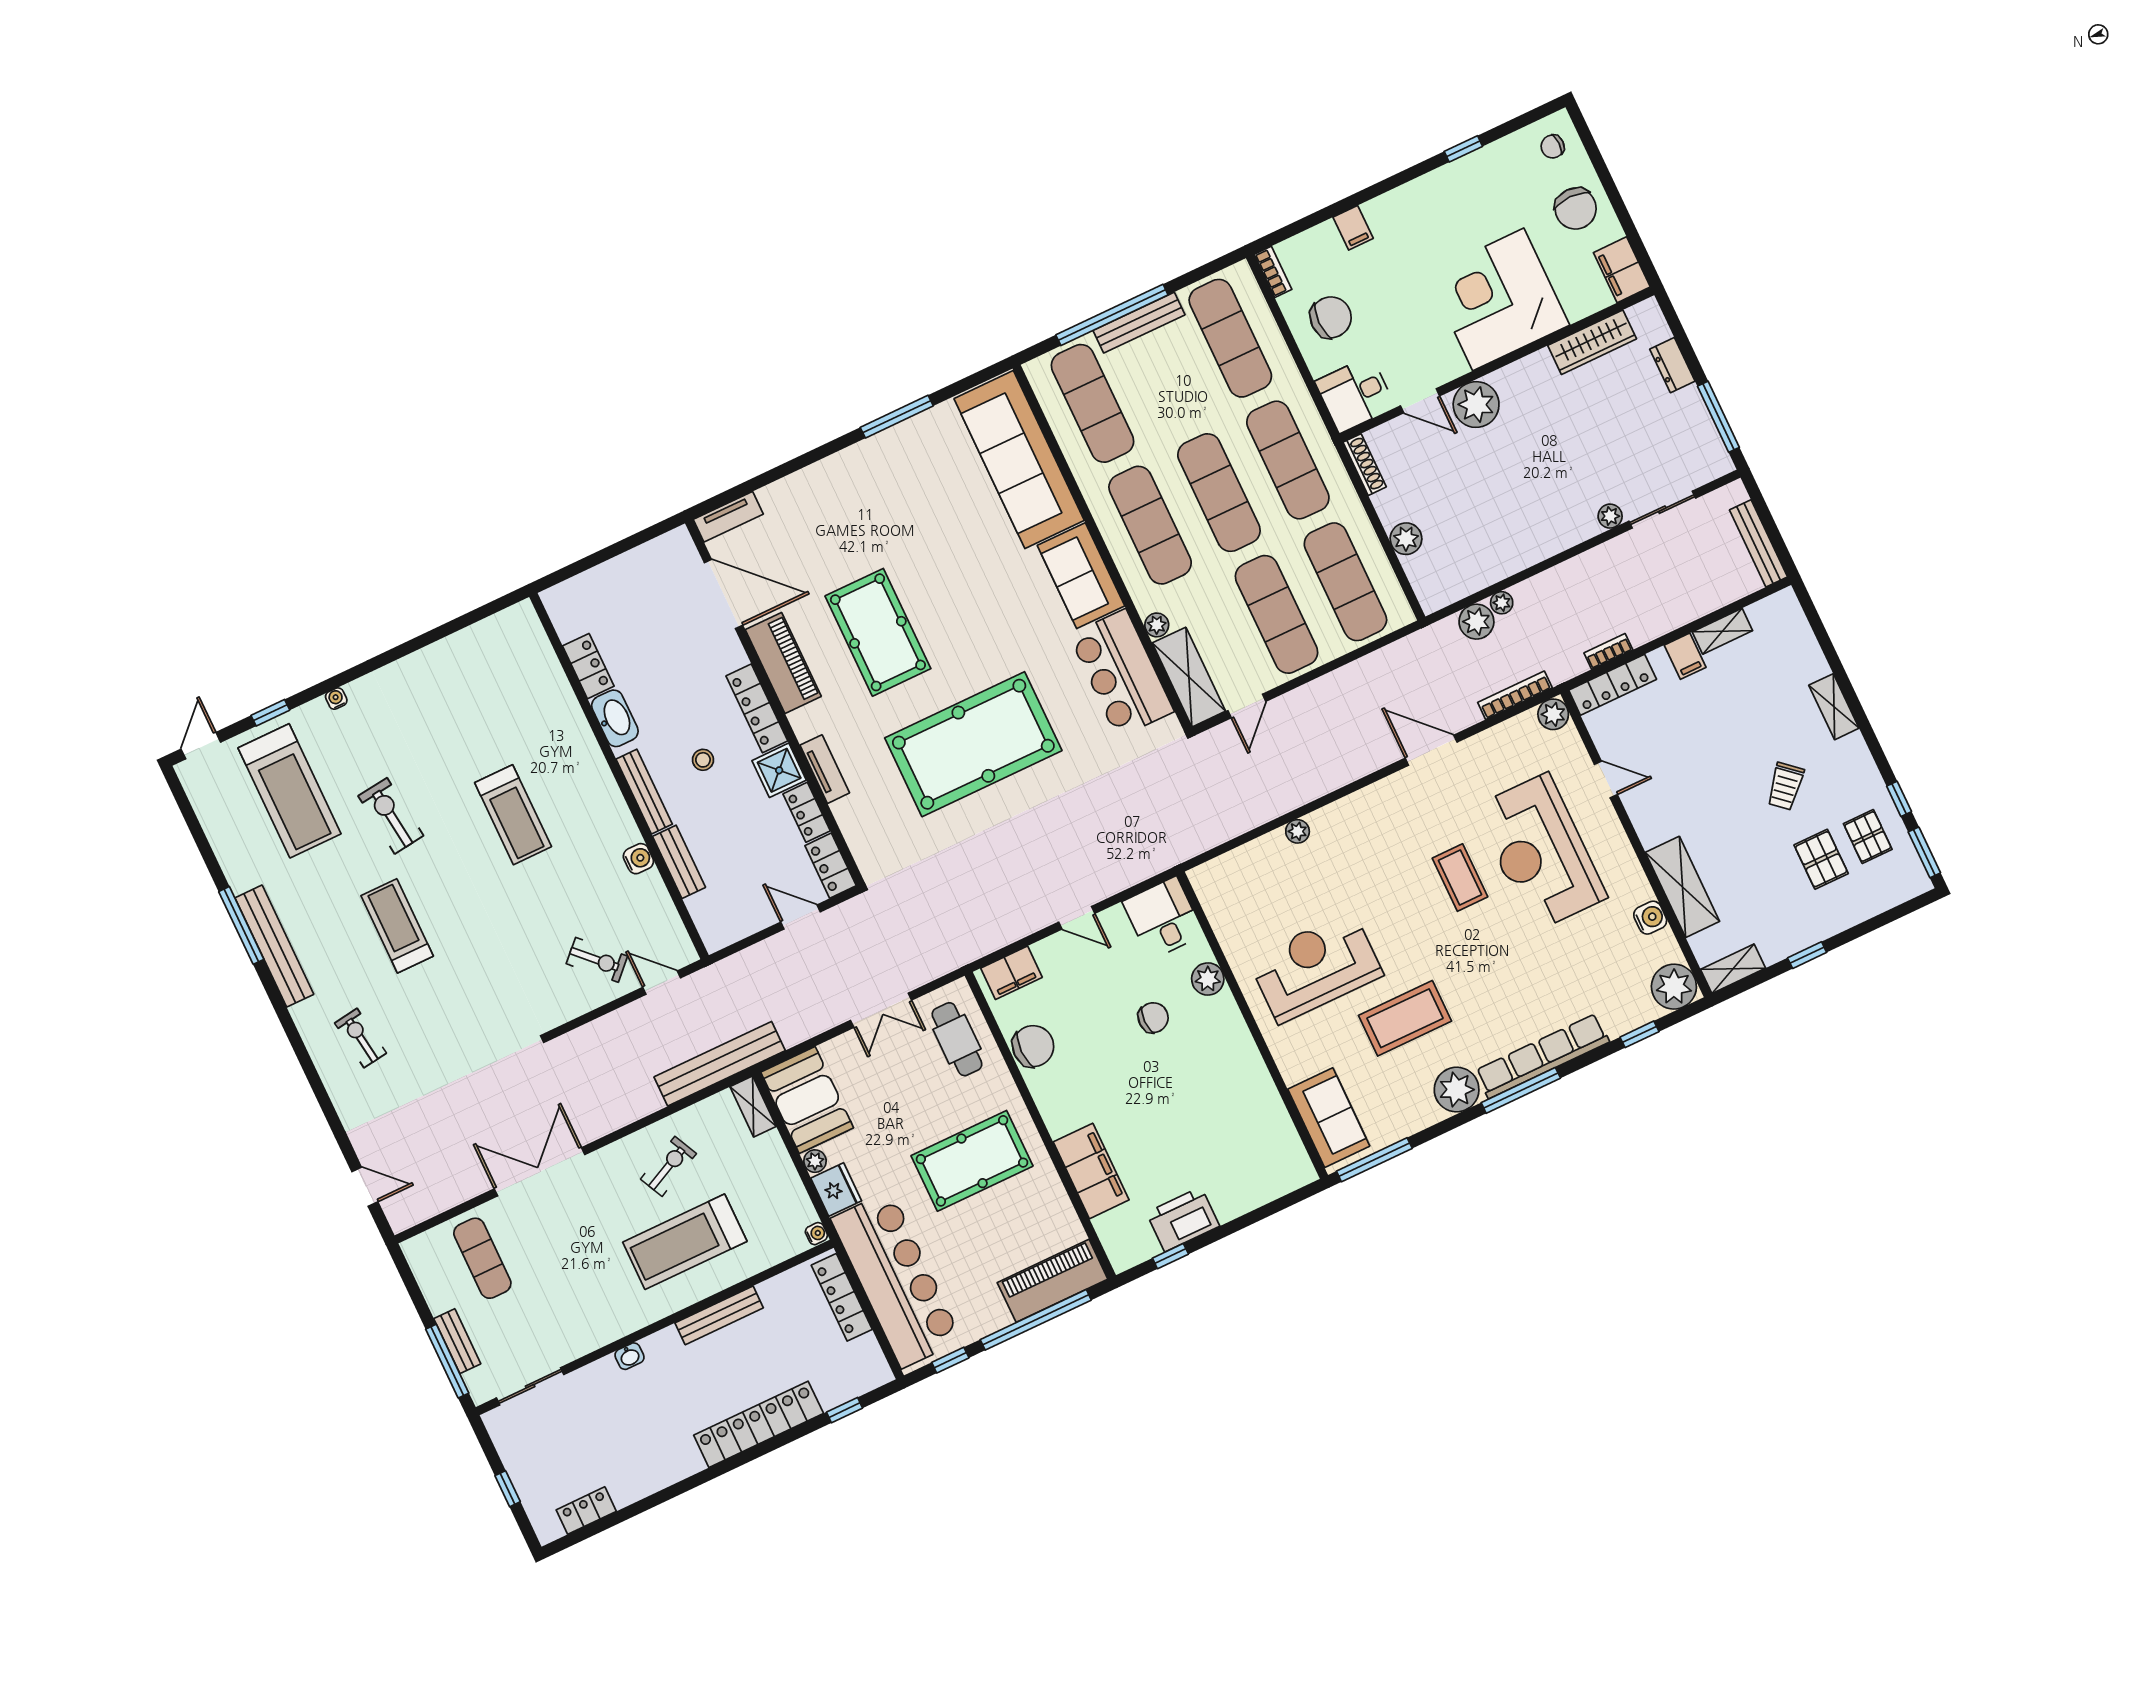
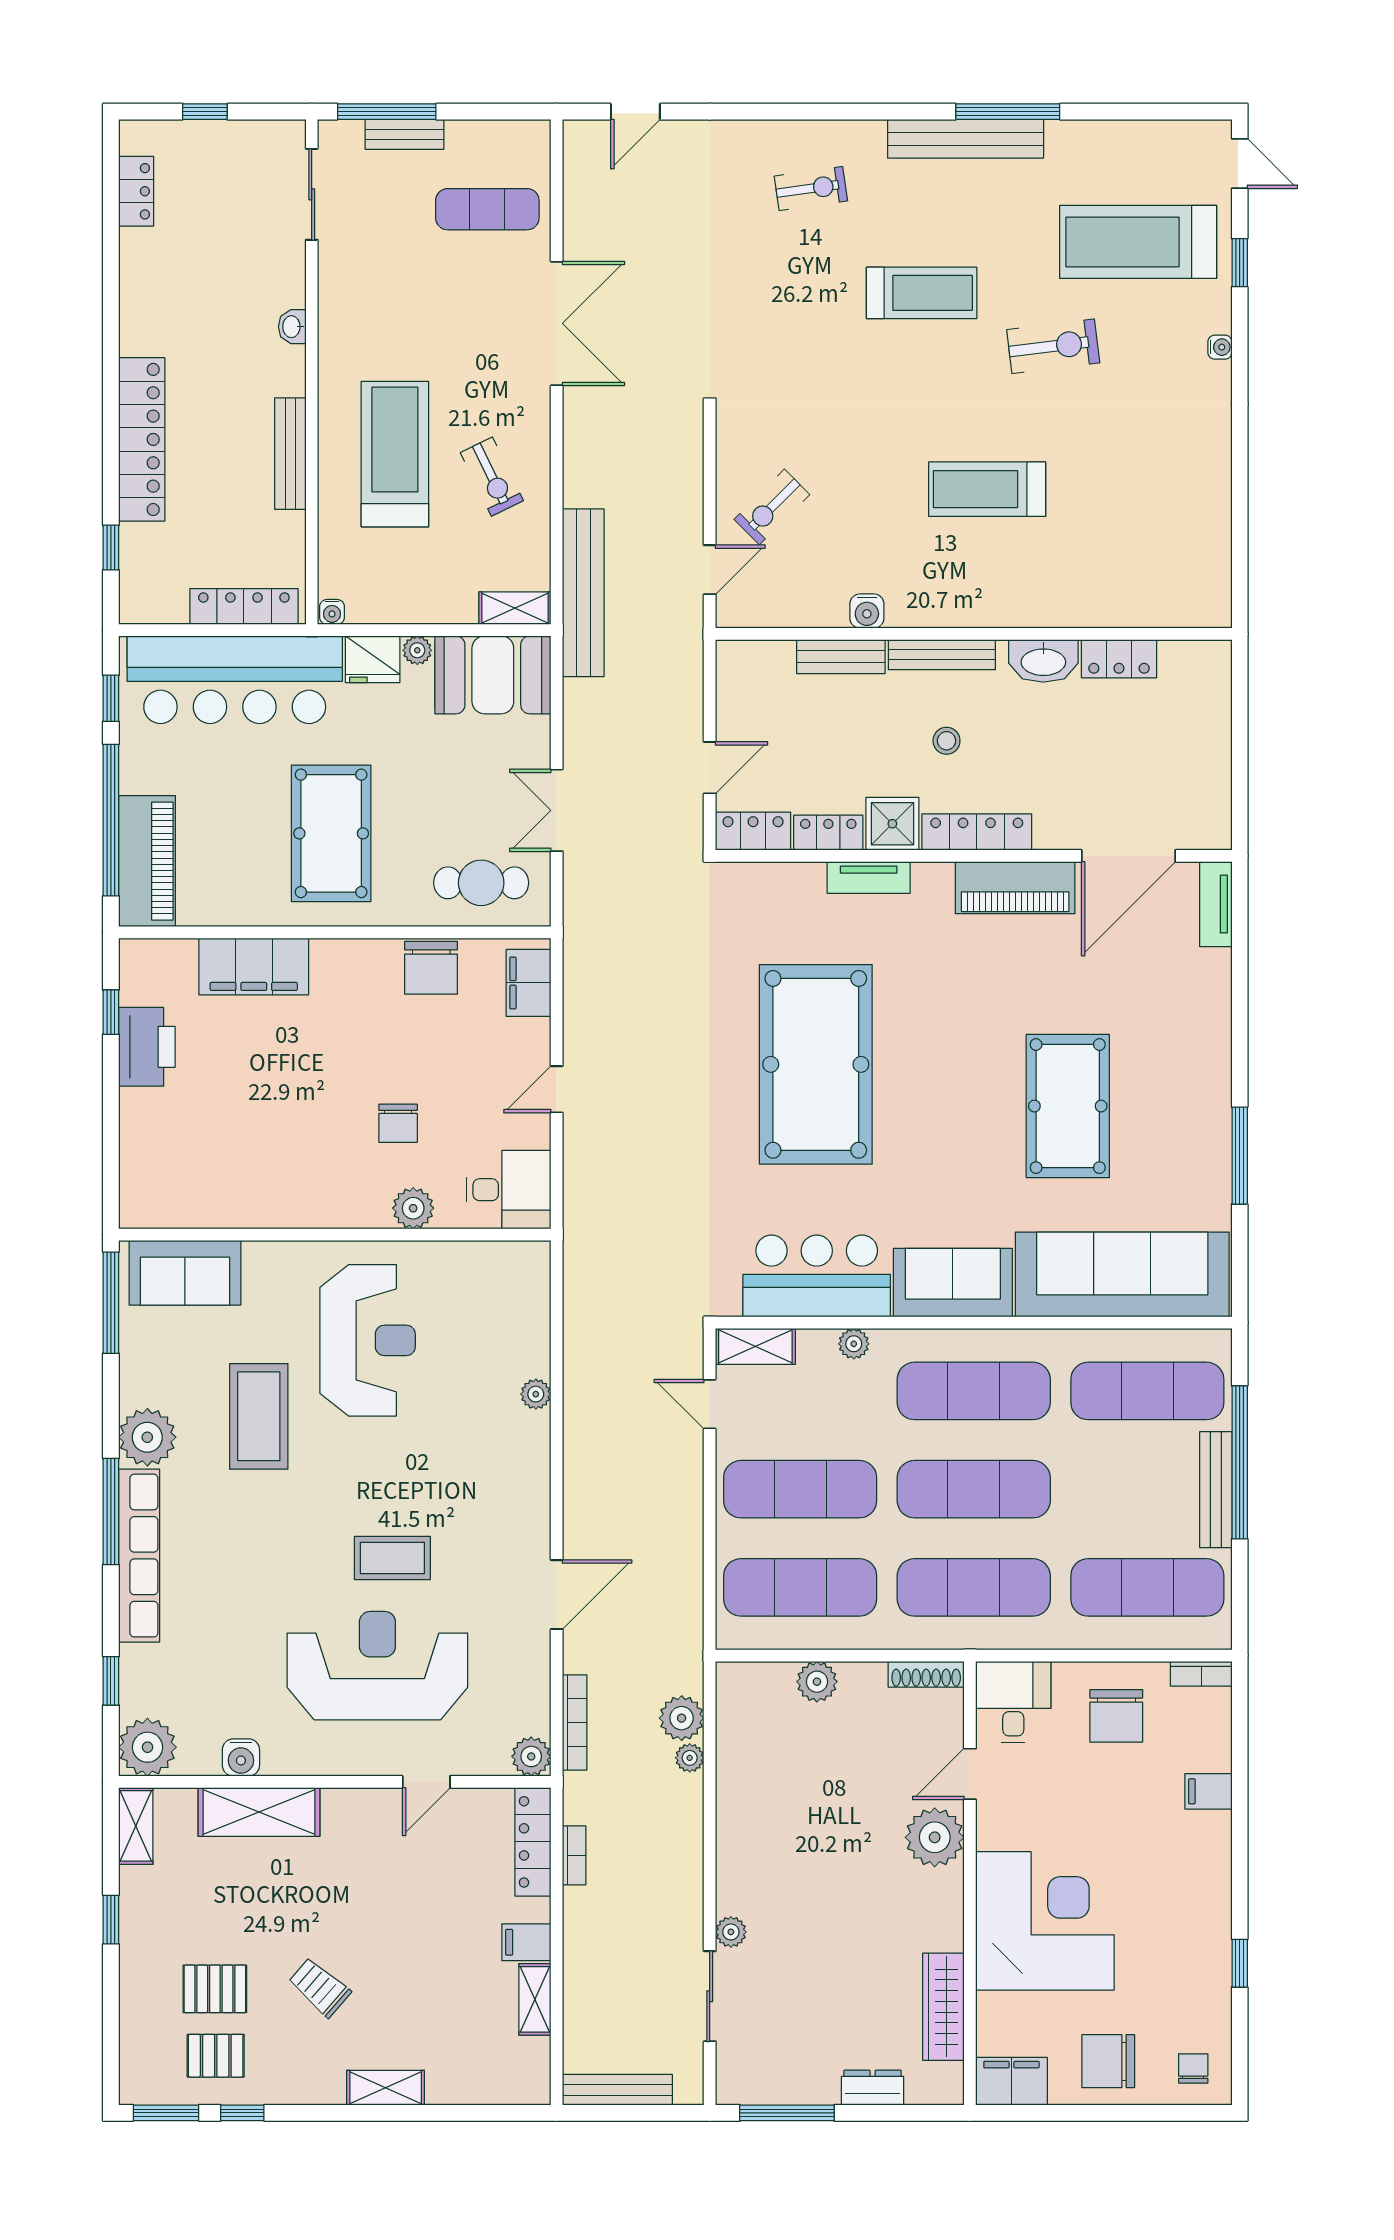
pool table: (878, 632) -> (1068, 1106), moved, turned 90
shelving: (1189, 677) -> (755, 1346), width x0.67, depth x0.75

